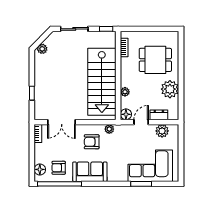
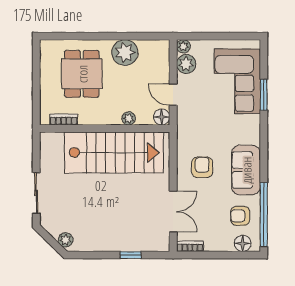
window: (106, 29) -> (36, 146), removed
dresser: (159, 115) -> (162, 69), removed
plant: (109, 129) -> (183, 46), moved
armchair: (92, 142) -> (202, 167), turned 180
armchair: (59, 168) -> (240, 216), turned 90

